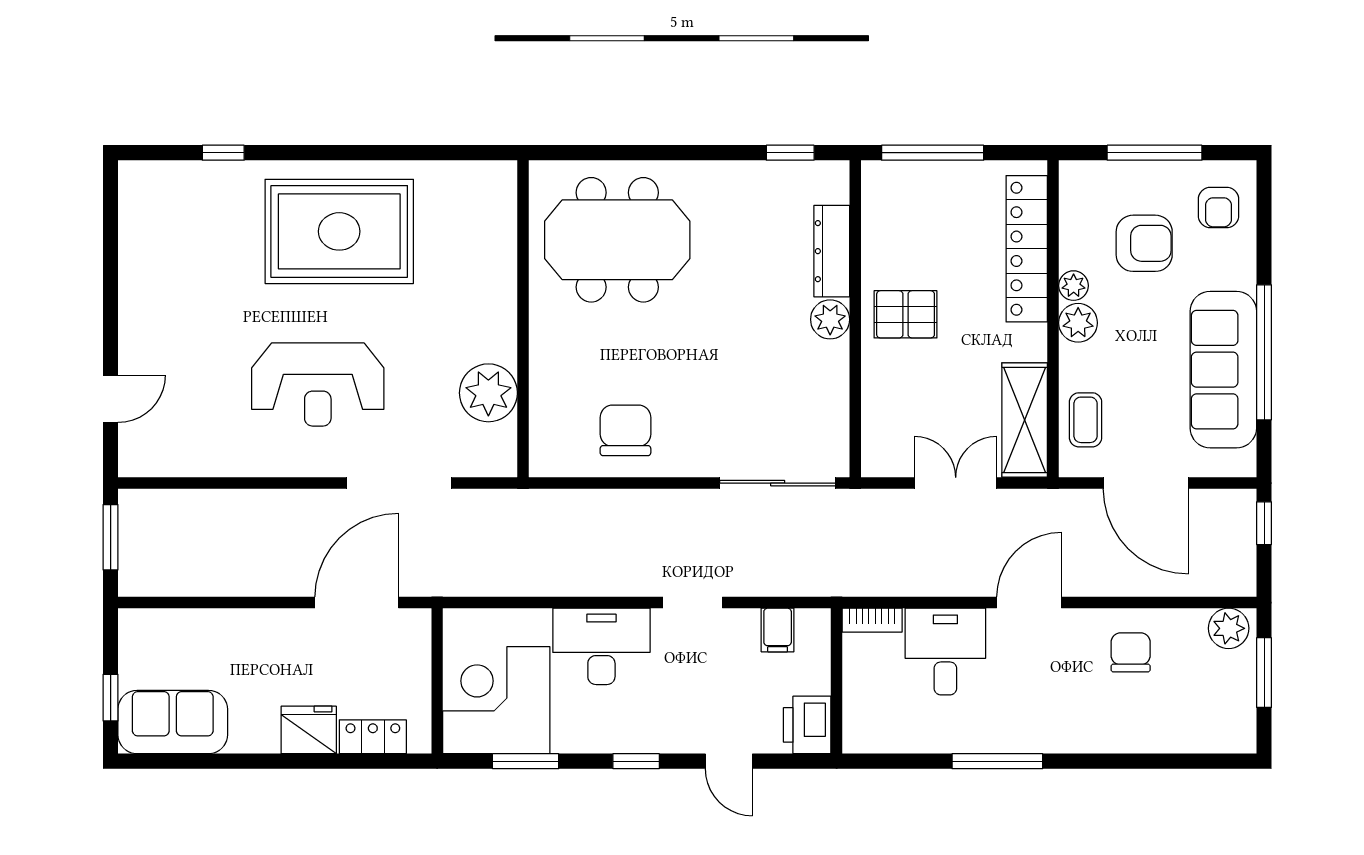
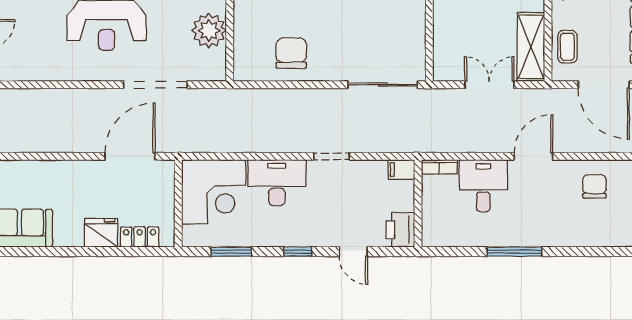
filing cabinet: (778, 630) -> (401, 170), moved, turned 90
corner desk: (496, 700) -> (214, 192), moved, turned 180

